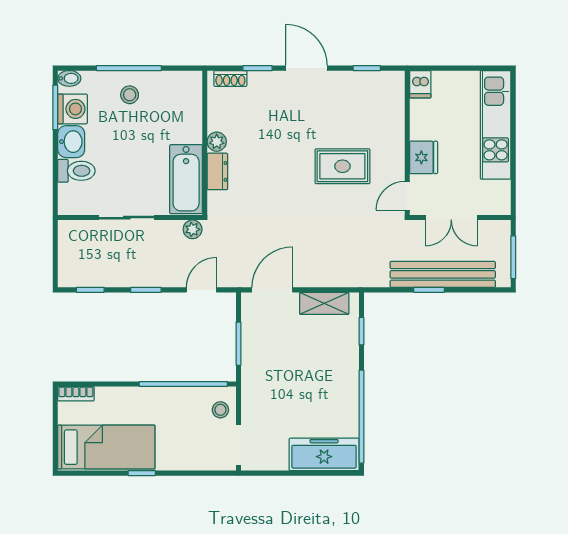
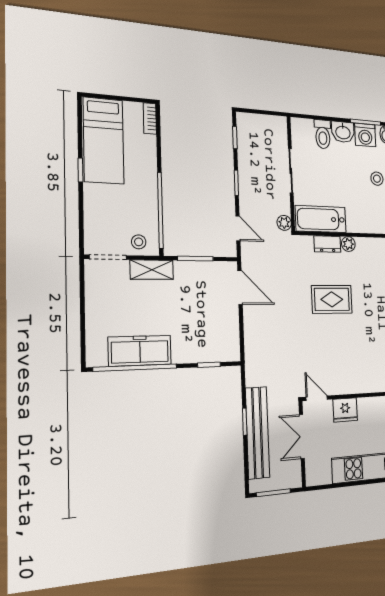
rug: (342, 166) -> (332, 299), moved, turned 90
shelving: (324, 303) -> (152, 270), moved, turned 90
freezer: (324, 454) -> (140, 351), moved, turned -90

